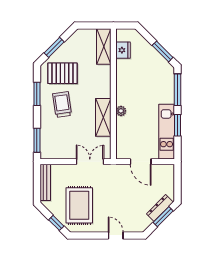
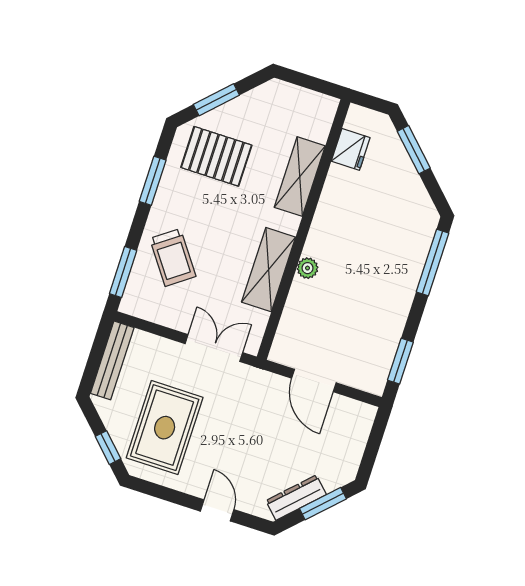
shelving: (104, 46) -> (300, 177), moved
window: (163, 51) -> (414, 150), moved
trolley: (62, 105) -> (173, 257), moved, turned 152
window: (177, 125) -> (400, 361), moved
kitchen unit: (167, 132) -> (384, 338), removed
dresser: (160, 208) -> (296, 498), moved

